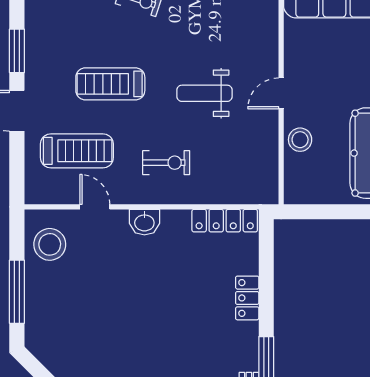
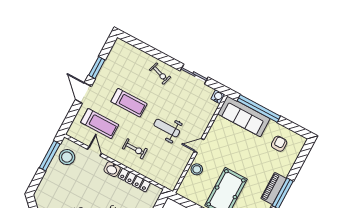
treadmill: (110, 84) -> (129, 103), turned 180
locker: (225, 221) -> (134, 180), moved
window: (17, 292) -> (50, 156), moved

